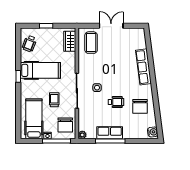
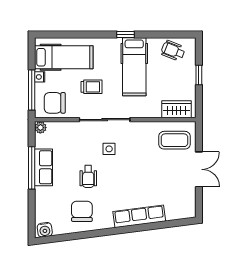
chair: (140, 106) -> (82, 211), turned 90

